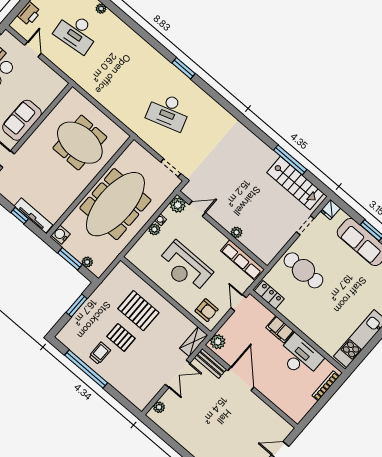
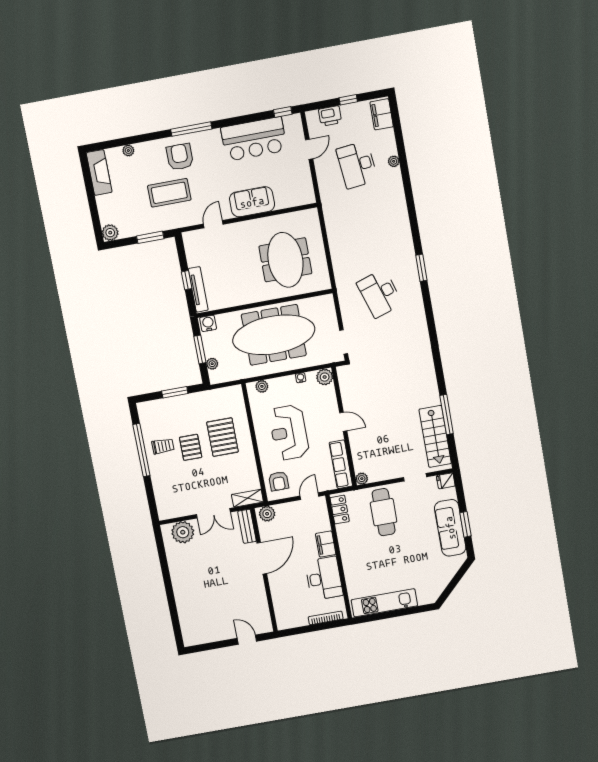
door: (197, 209) -> (343, 422), moved
plant: (154, 229) -> (262, 386), moved
plant: (236, 232) -> (362, 479), moved
plant: (159, 407) -> (183, 532), width x1.87, depth x1.87

